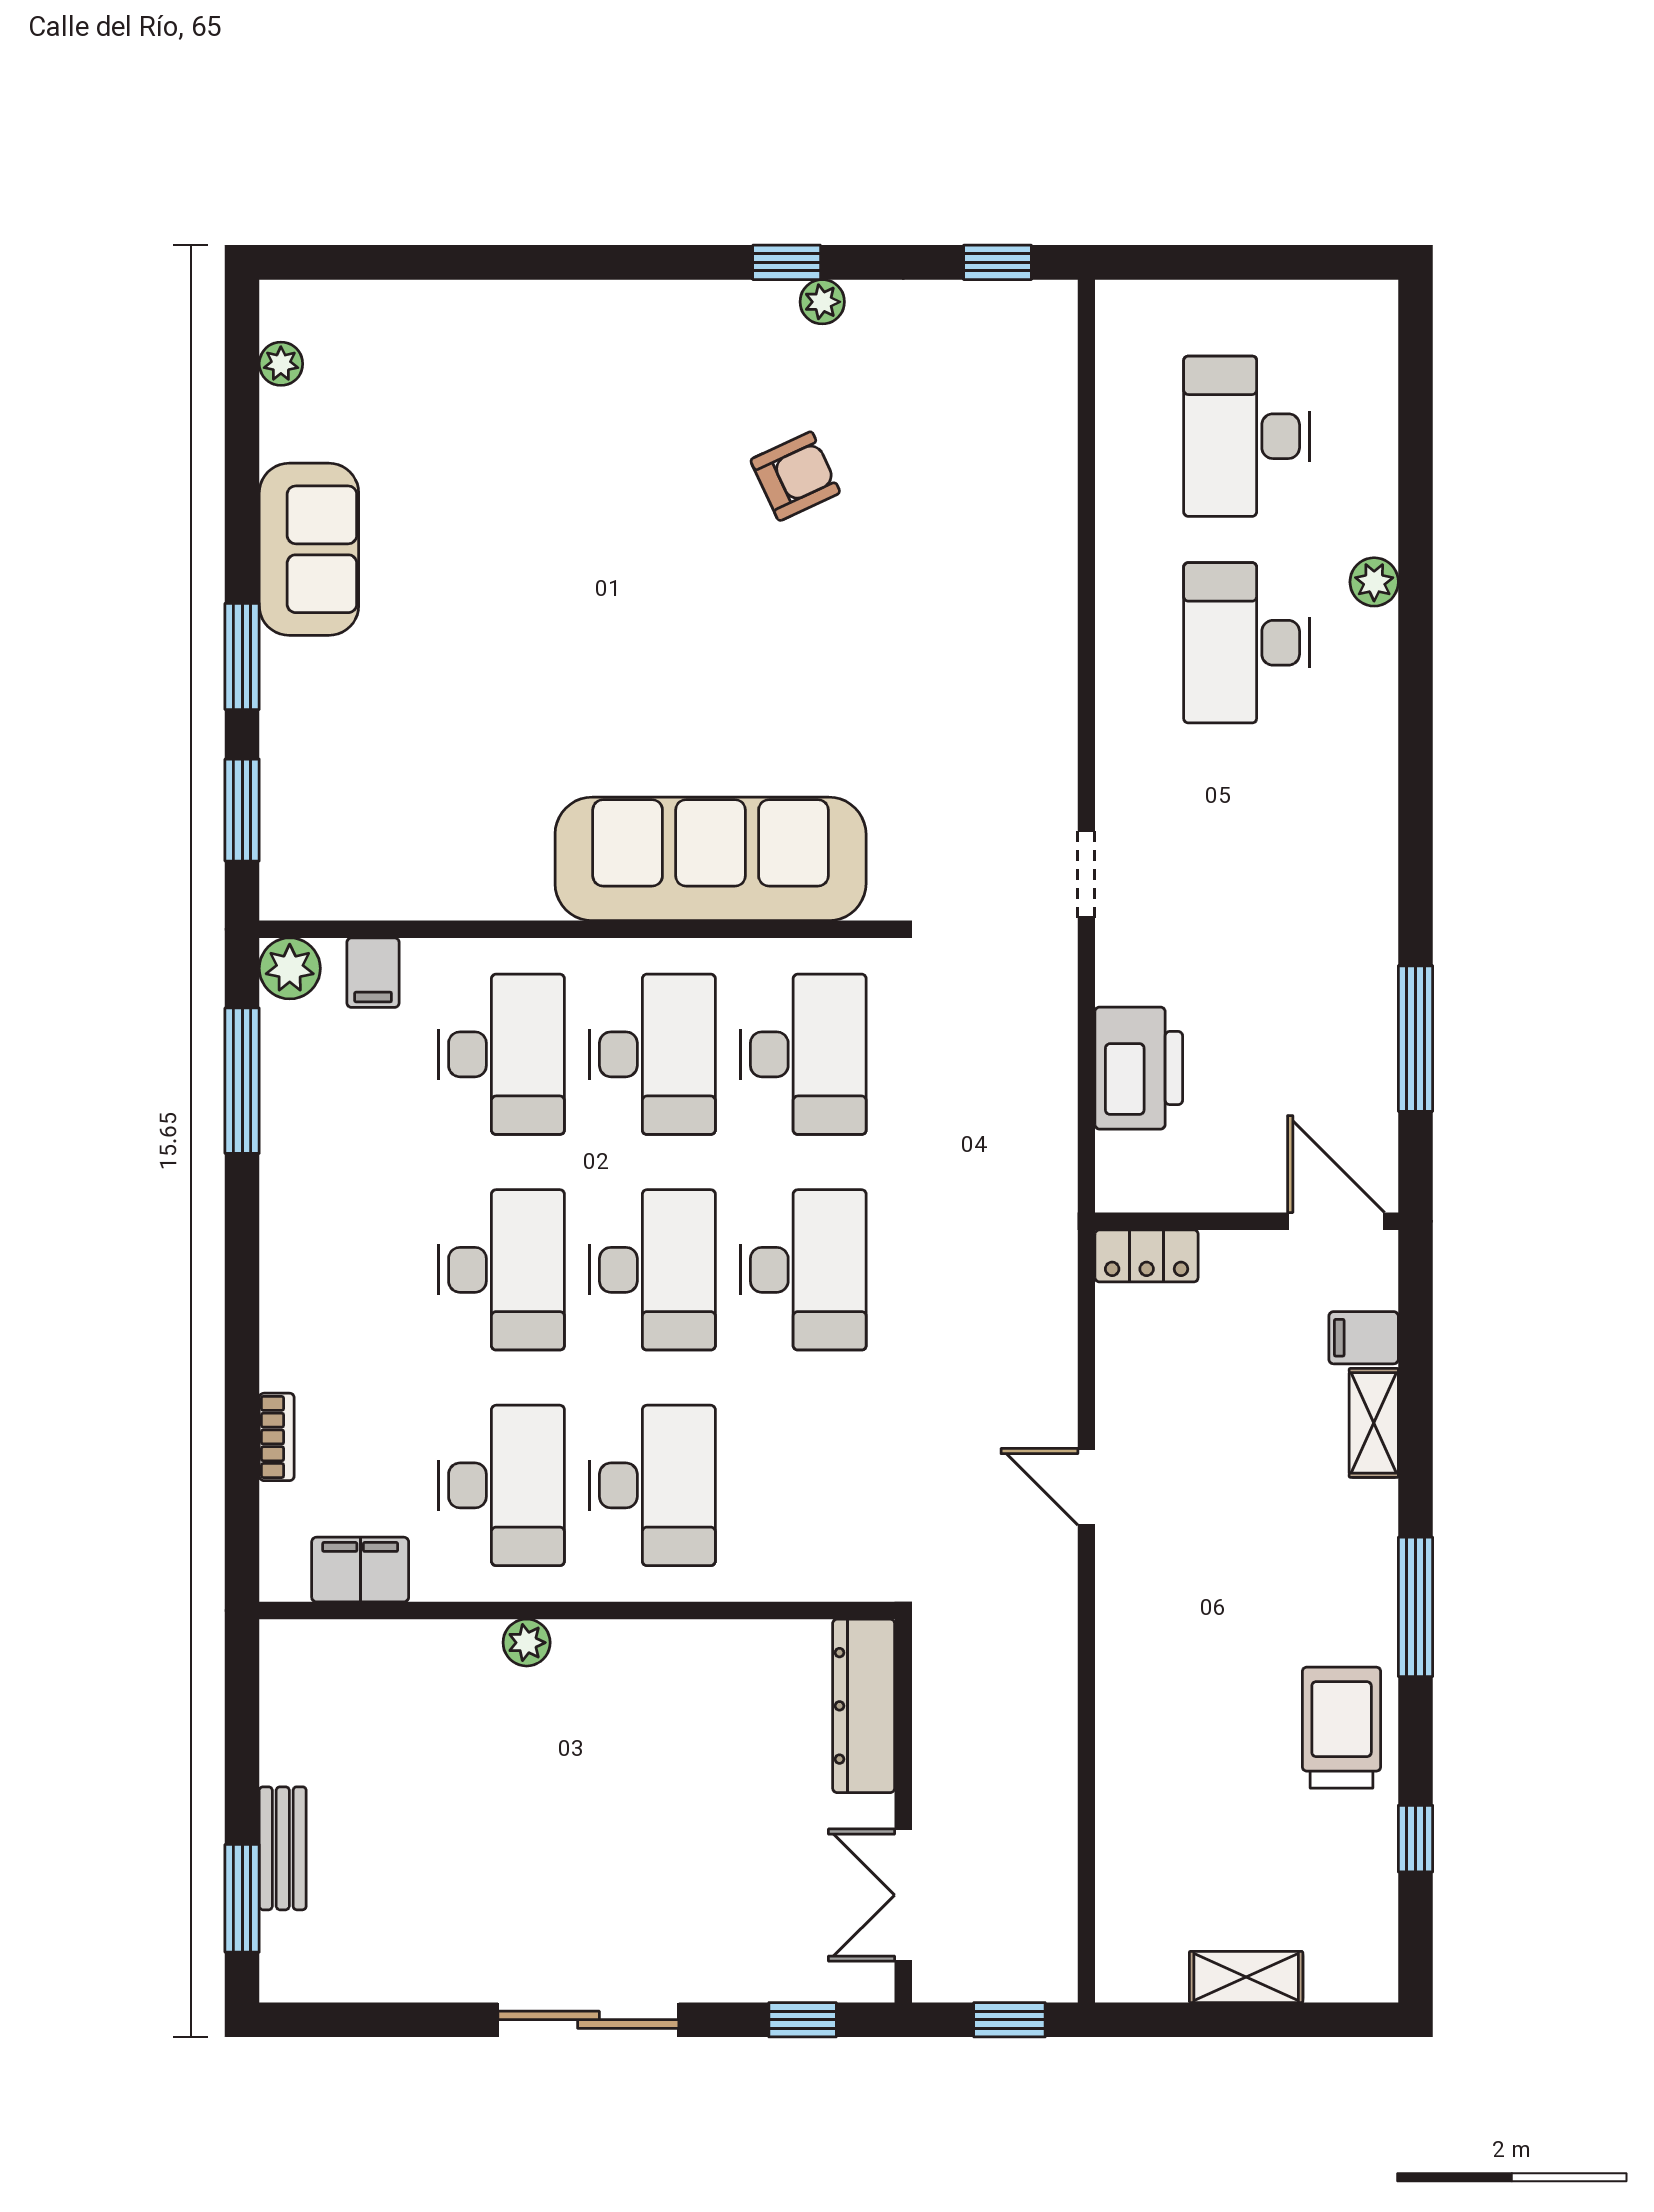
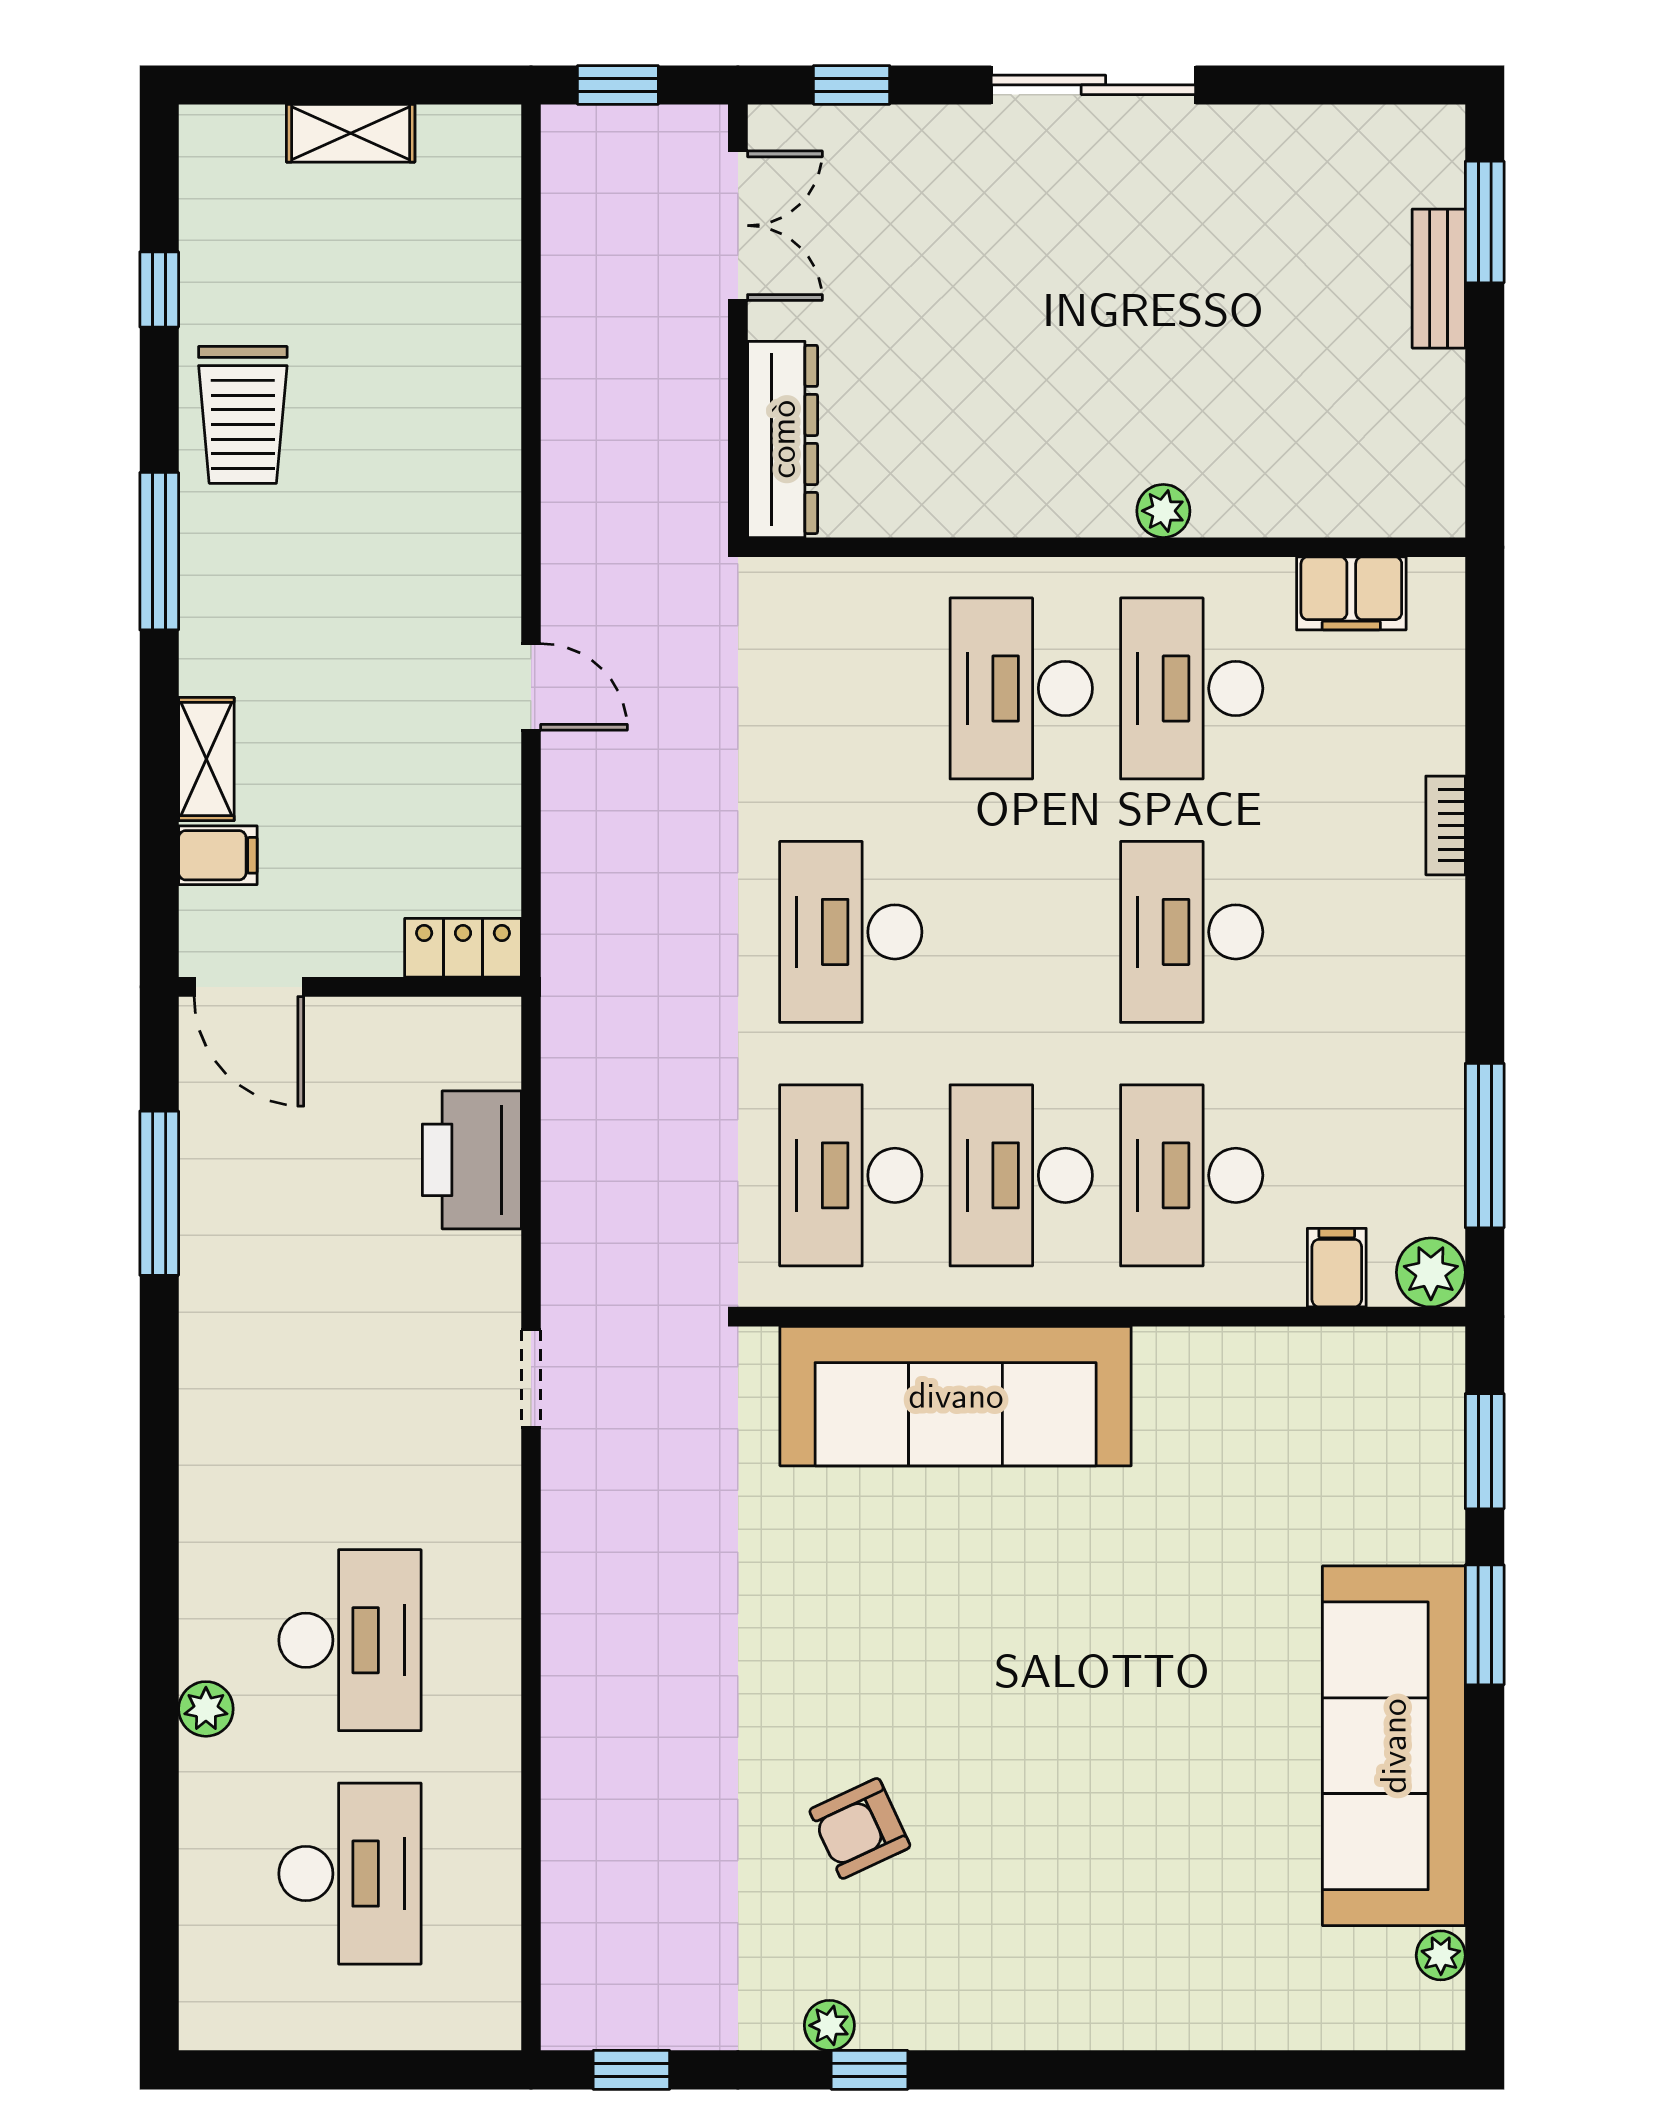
sofa: (309, 549) -> (1394, 1746), width x1.85, depth x1.27
desk: (652, 1270) -> (1021, 932), removed
bookcase: (277, 1437) -> (1446, 825), moved

